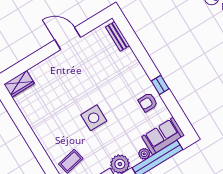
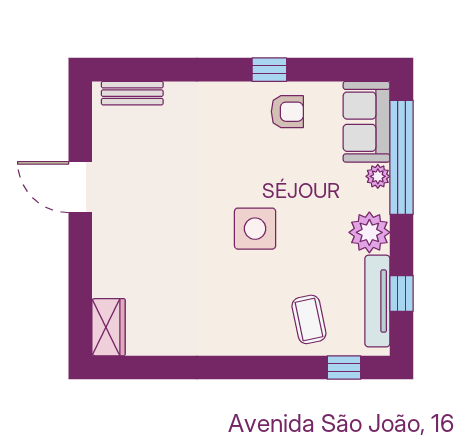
door: (68, 39) -> (80, 187), hinge flipped
armchair: (148, 102) -> (287, 112), turned -90

